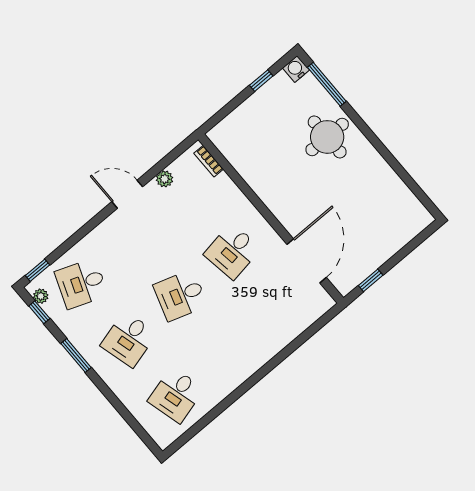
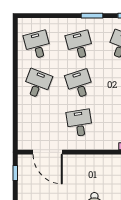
desk: (180, 295) -> (79, 84), turned -36
desk: (228, 351) -> (37, 84), added

